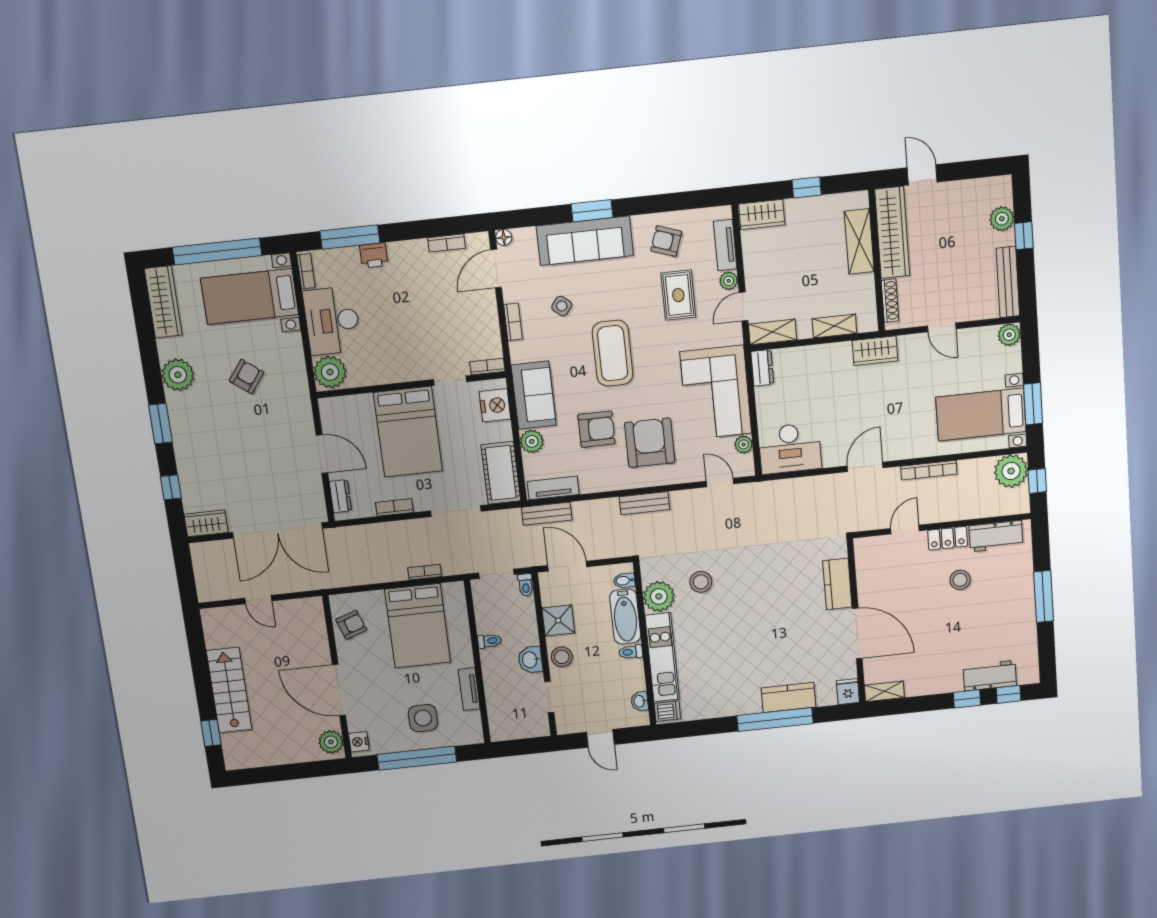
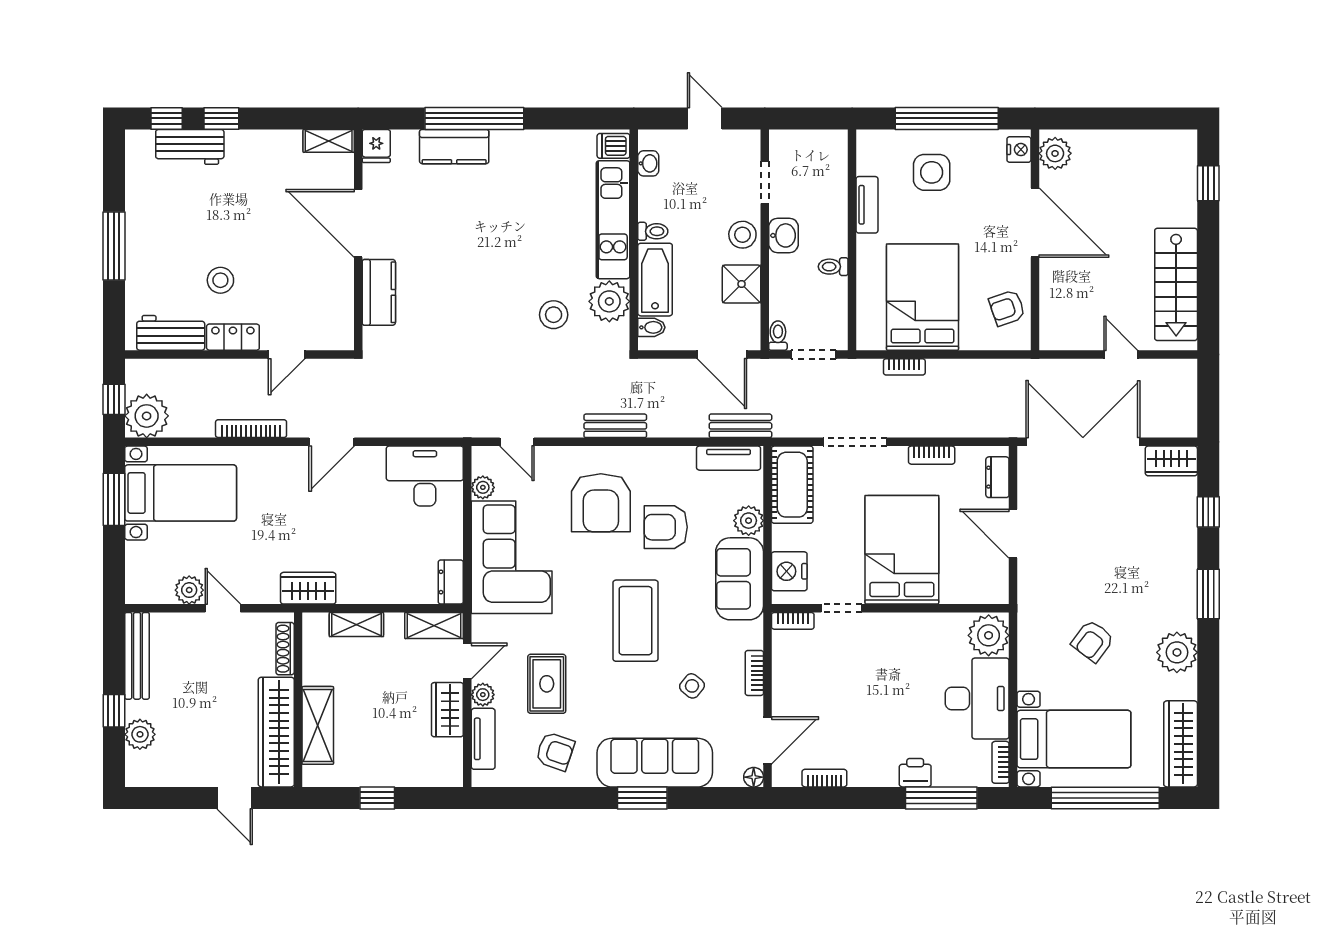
wardrobe: (762, 214) -> (447, 710), moved, turned -90
plant: (1009, 335) -> (189, 590), moved
stairs: (229, 690) -> (1176, 284), moved

